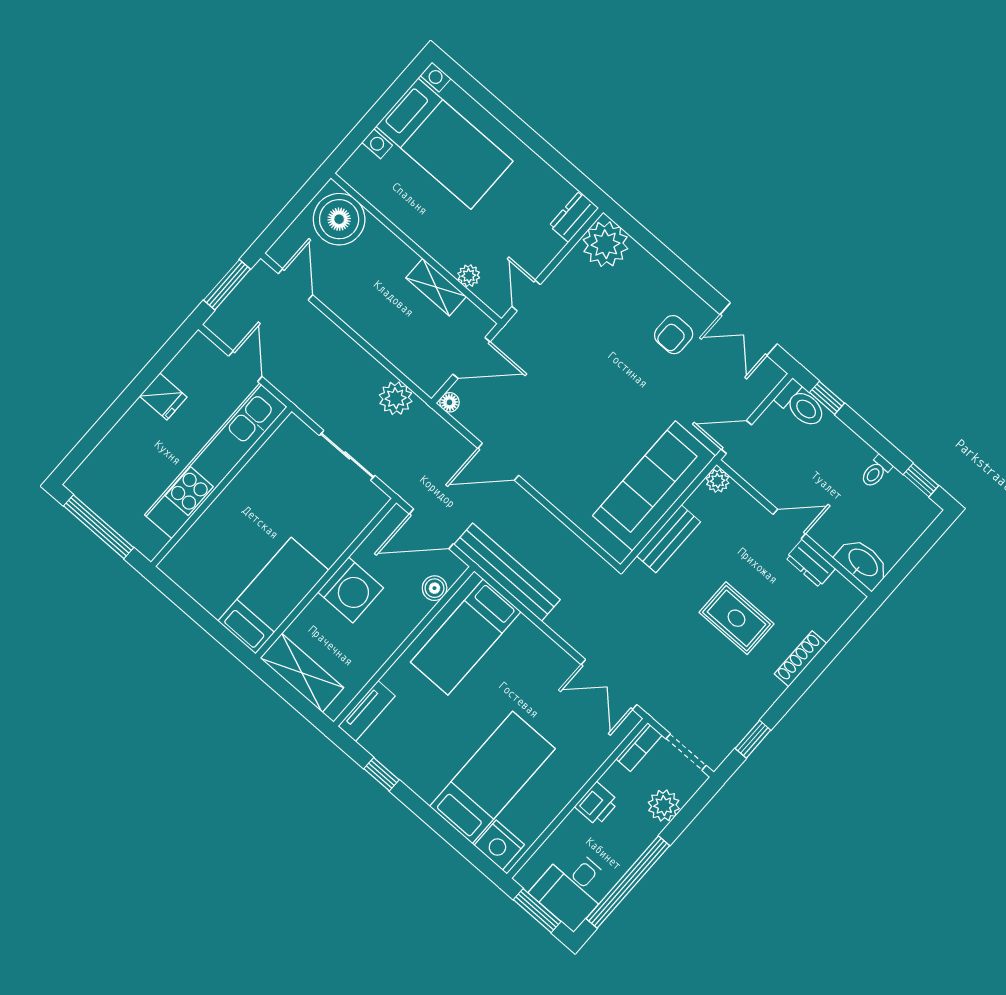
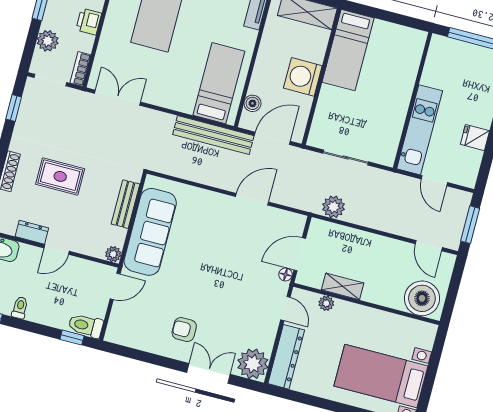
dresser: (574, 217) -> (286, 357), width x1.96, depth x1.24
double door: (749, 329) -> (208, 373), moved
armchair: (674, 335) -> (184, 330), turned -90
floor lamp: (449, 402) -> (285, 275), moved
kitchen unit: (216, 461) -> (420, 130), width x0.73

